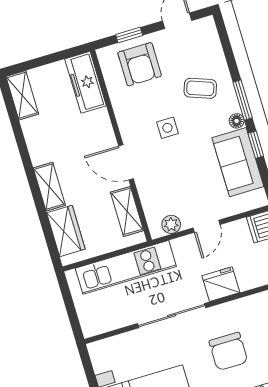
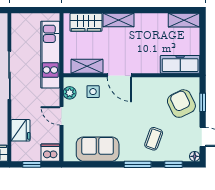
armchair: (140, 64) -> (181, 104), turned 64
floor lamp: (237, 121) -> (195, 156), moved
side table: (167, 128) -> (93, 92), moved
window: (256, 145) -> (174, 164), moved
door: (126, 162) -> (119, 75), swing flipped
fridge: (221, 284) -> (21, 130), moved

